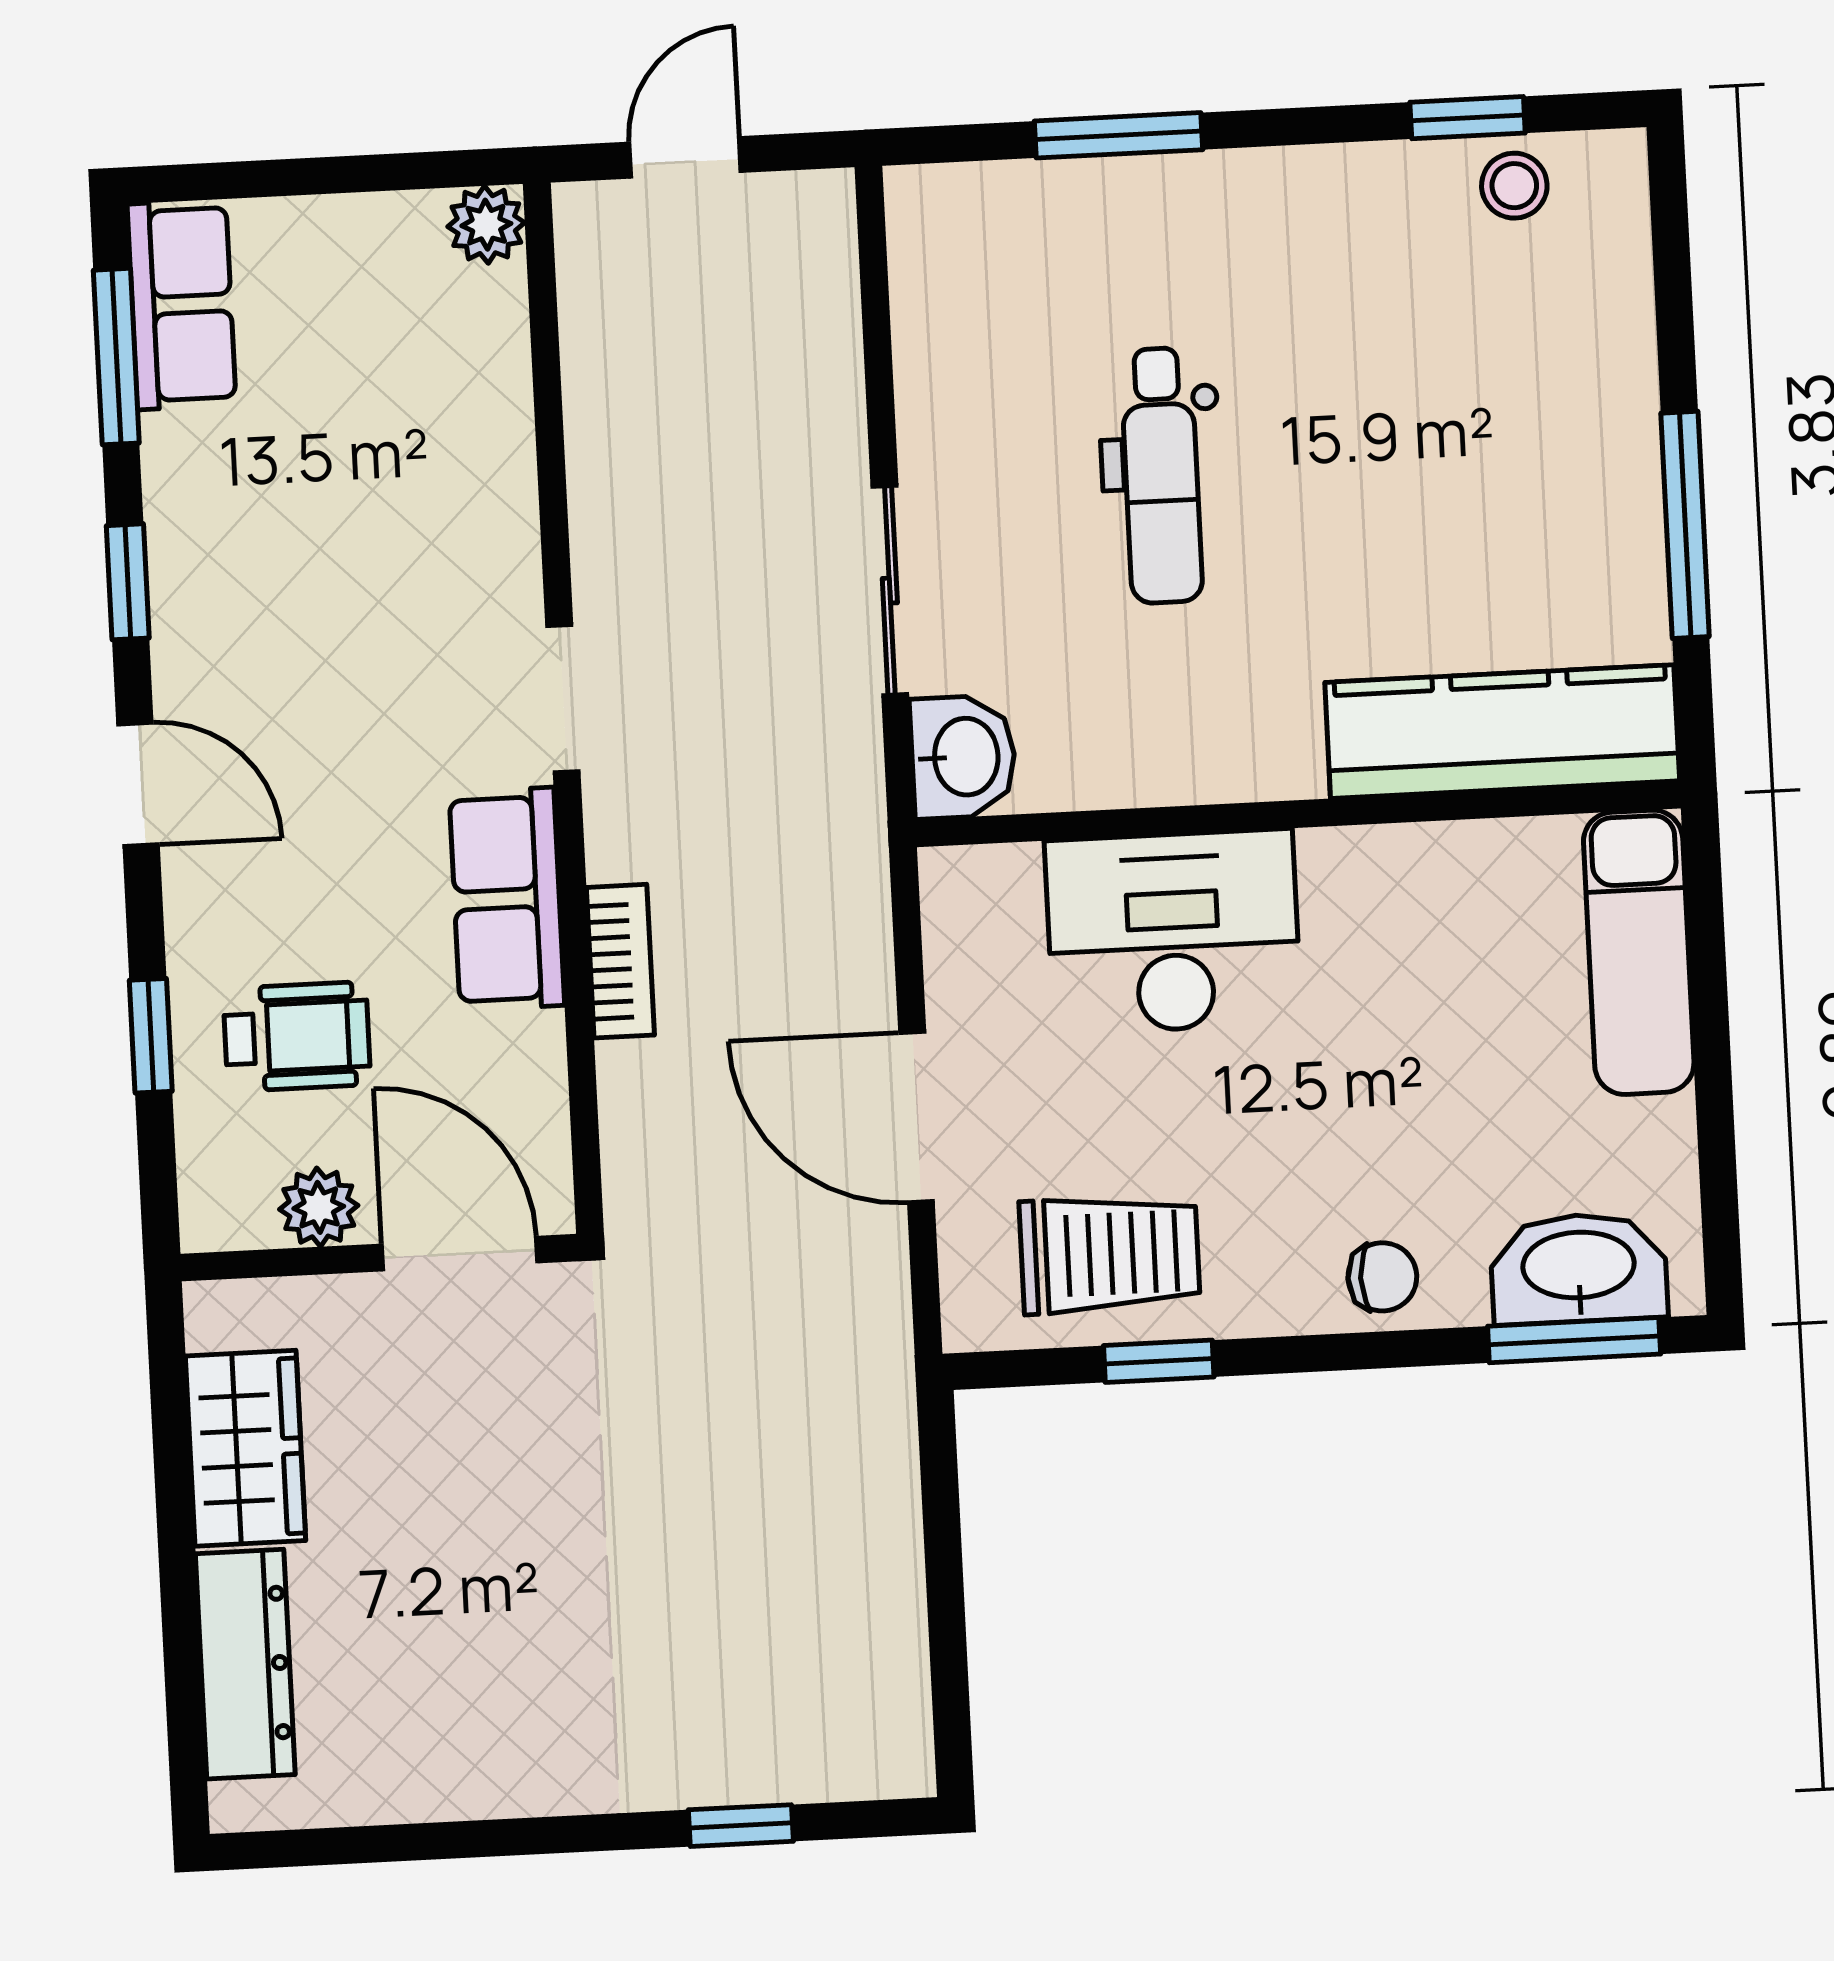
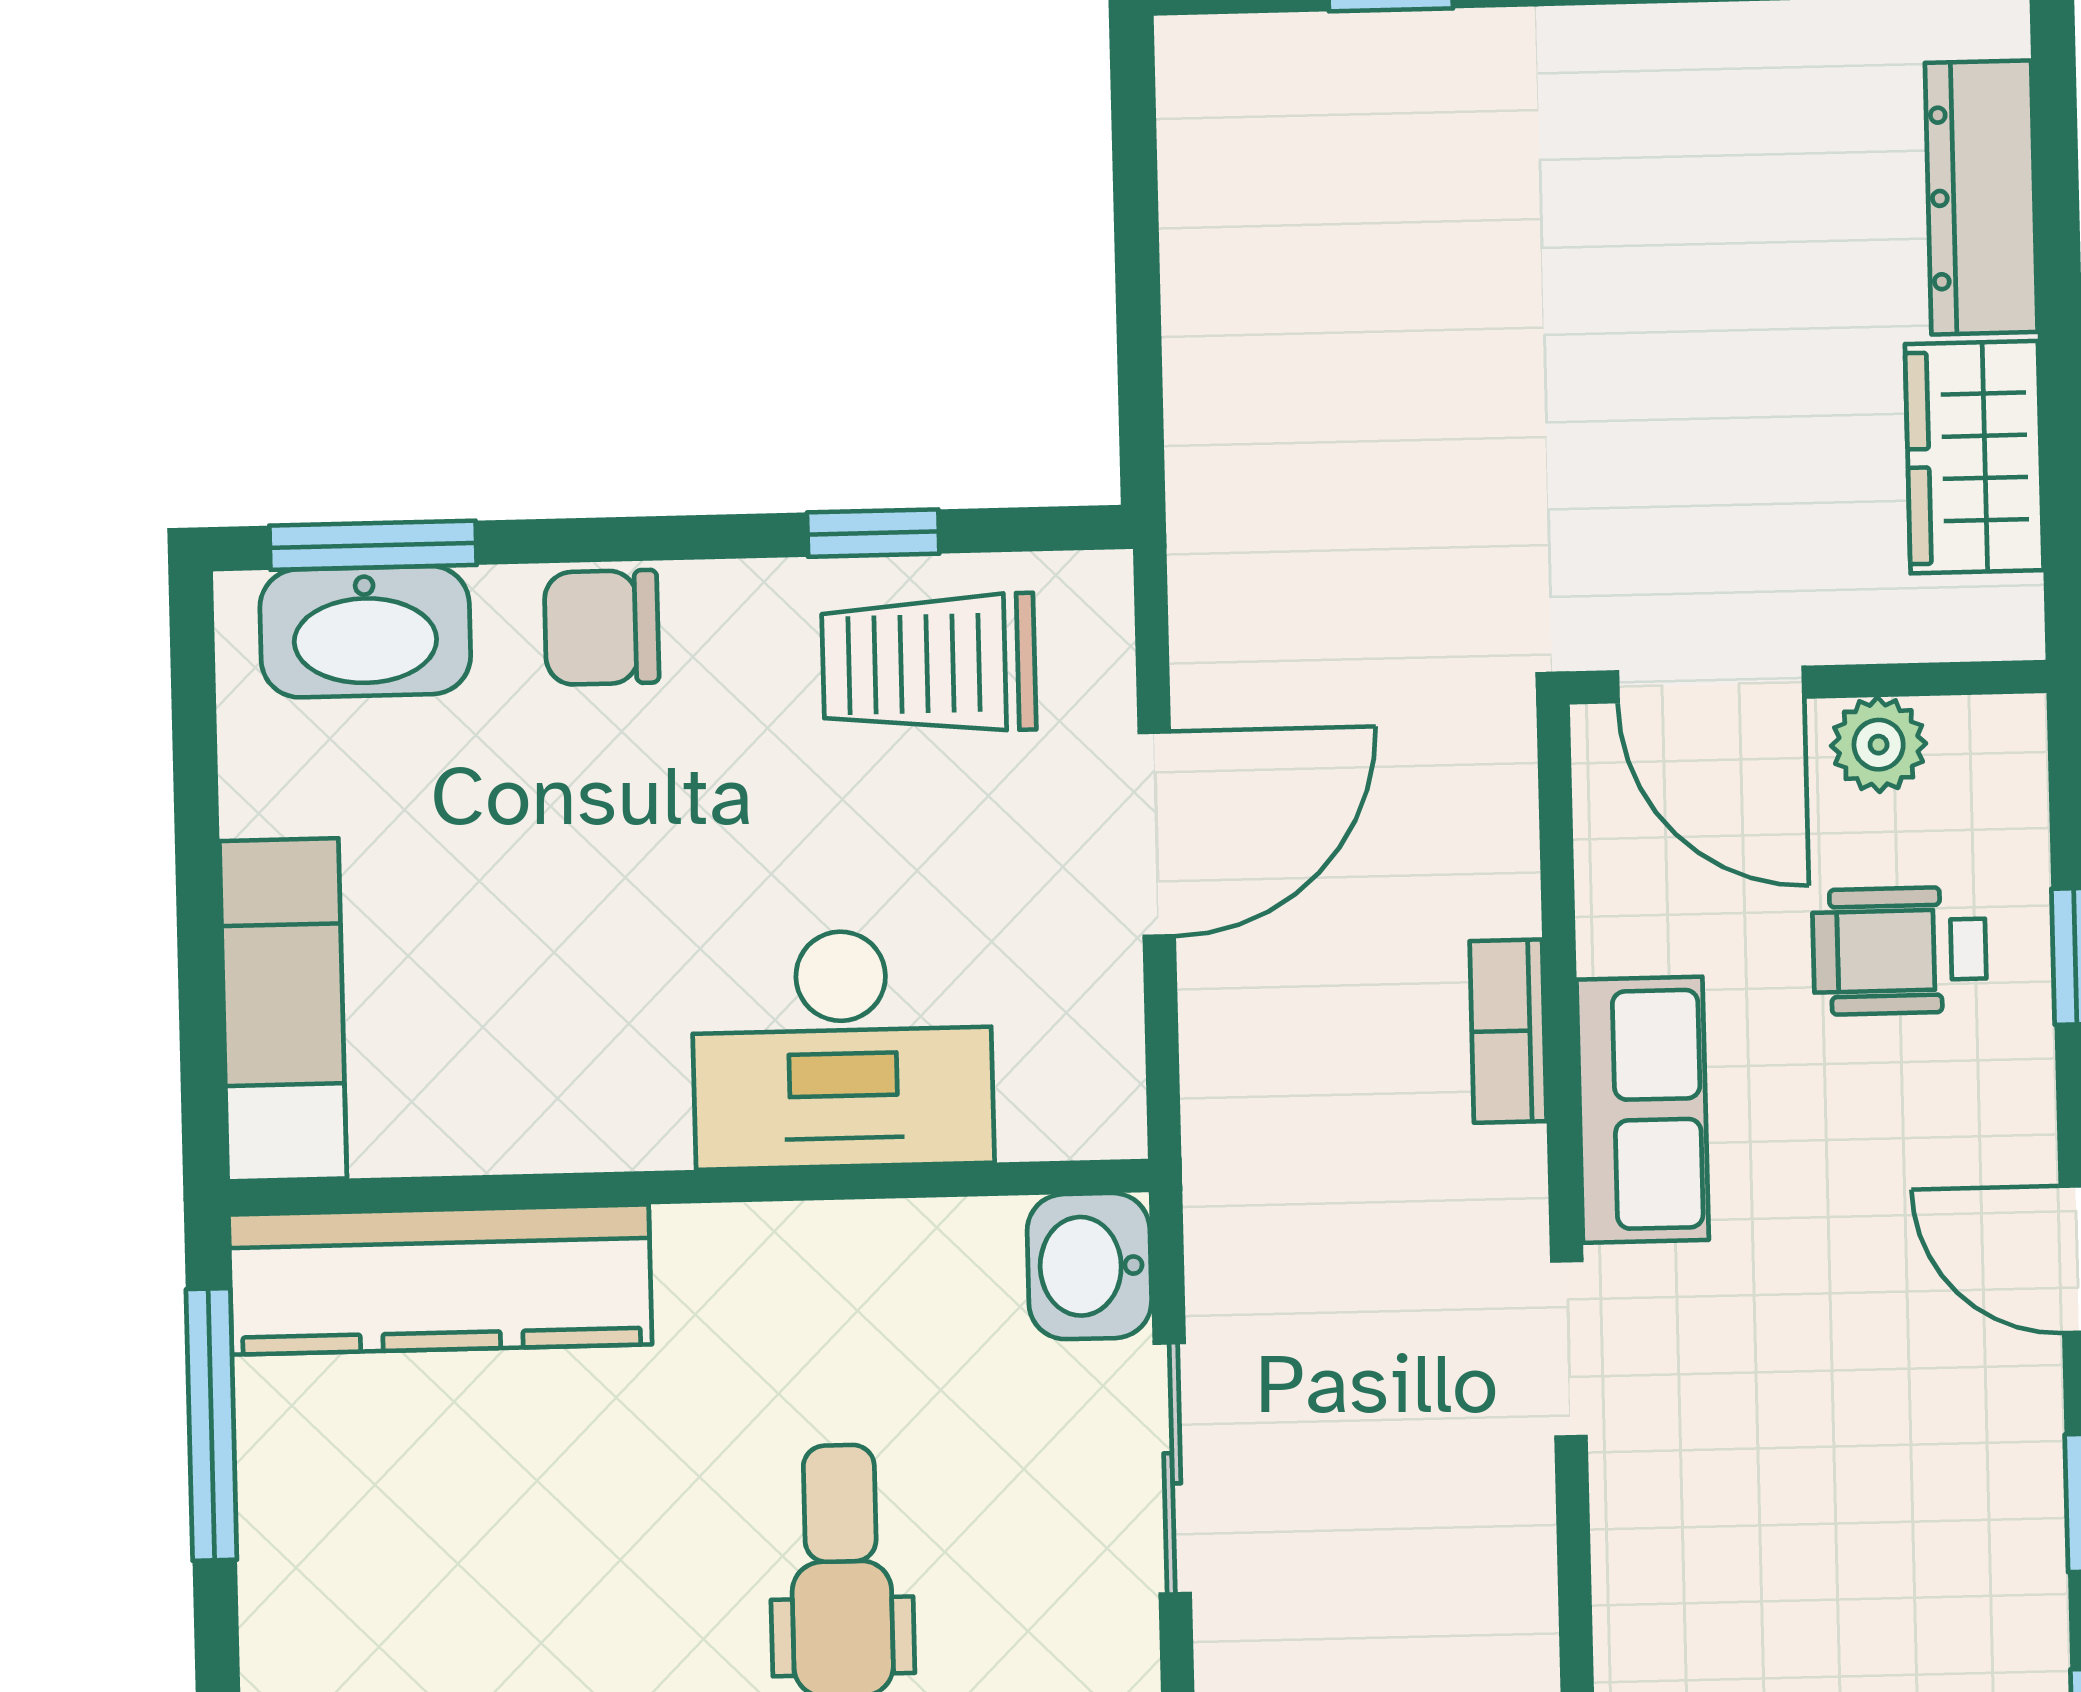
window: (1685, 525) -> (211, 1424), moved
door: (917, 1117) -> (1157, 834), hinge flipped
chair: (1382, 1277) -> (602, 627), width x1.37, depth x1.37

